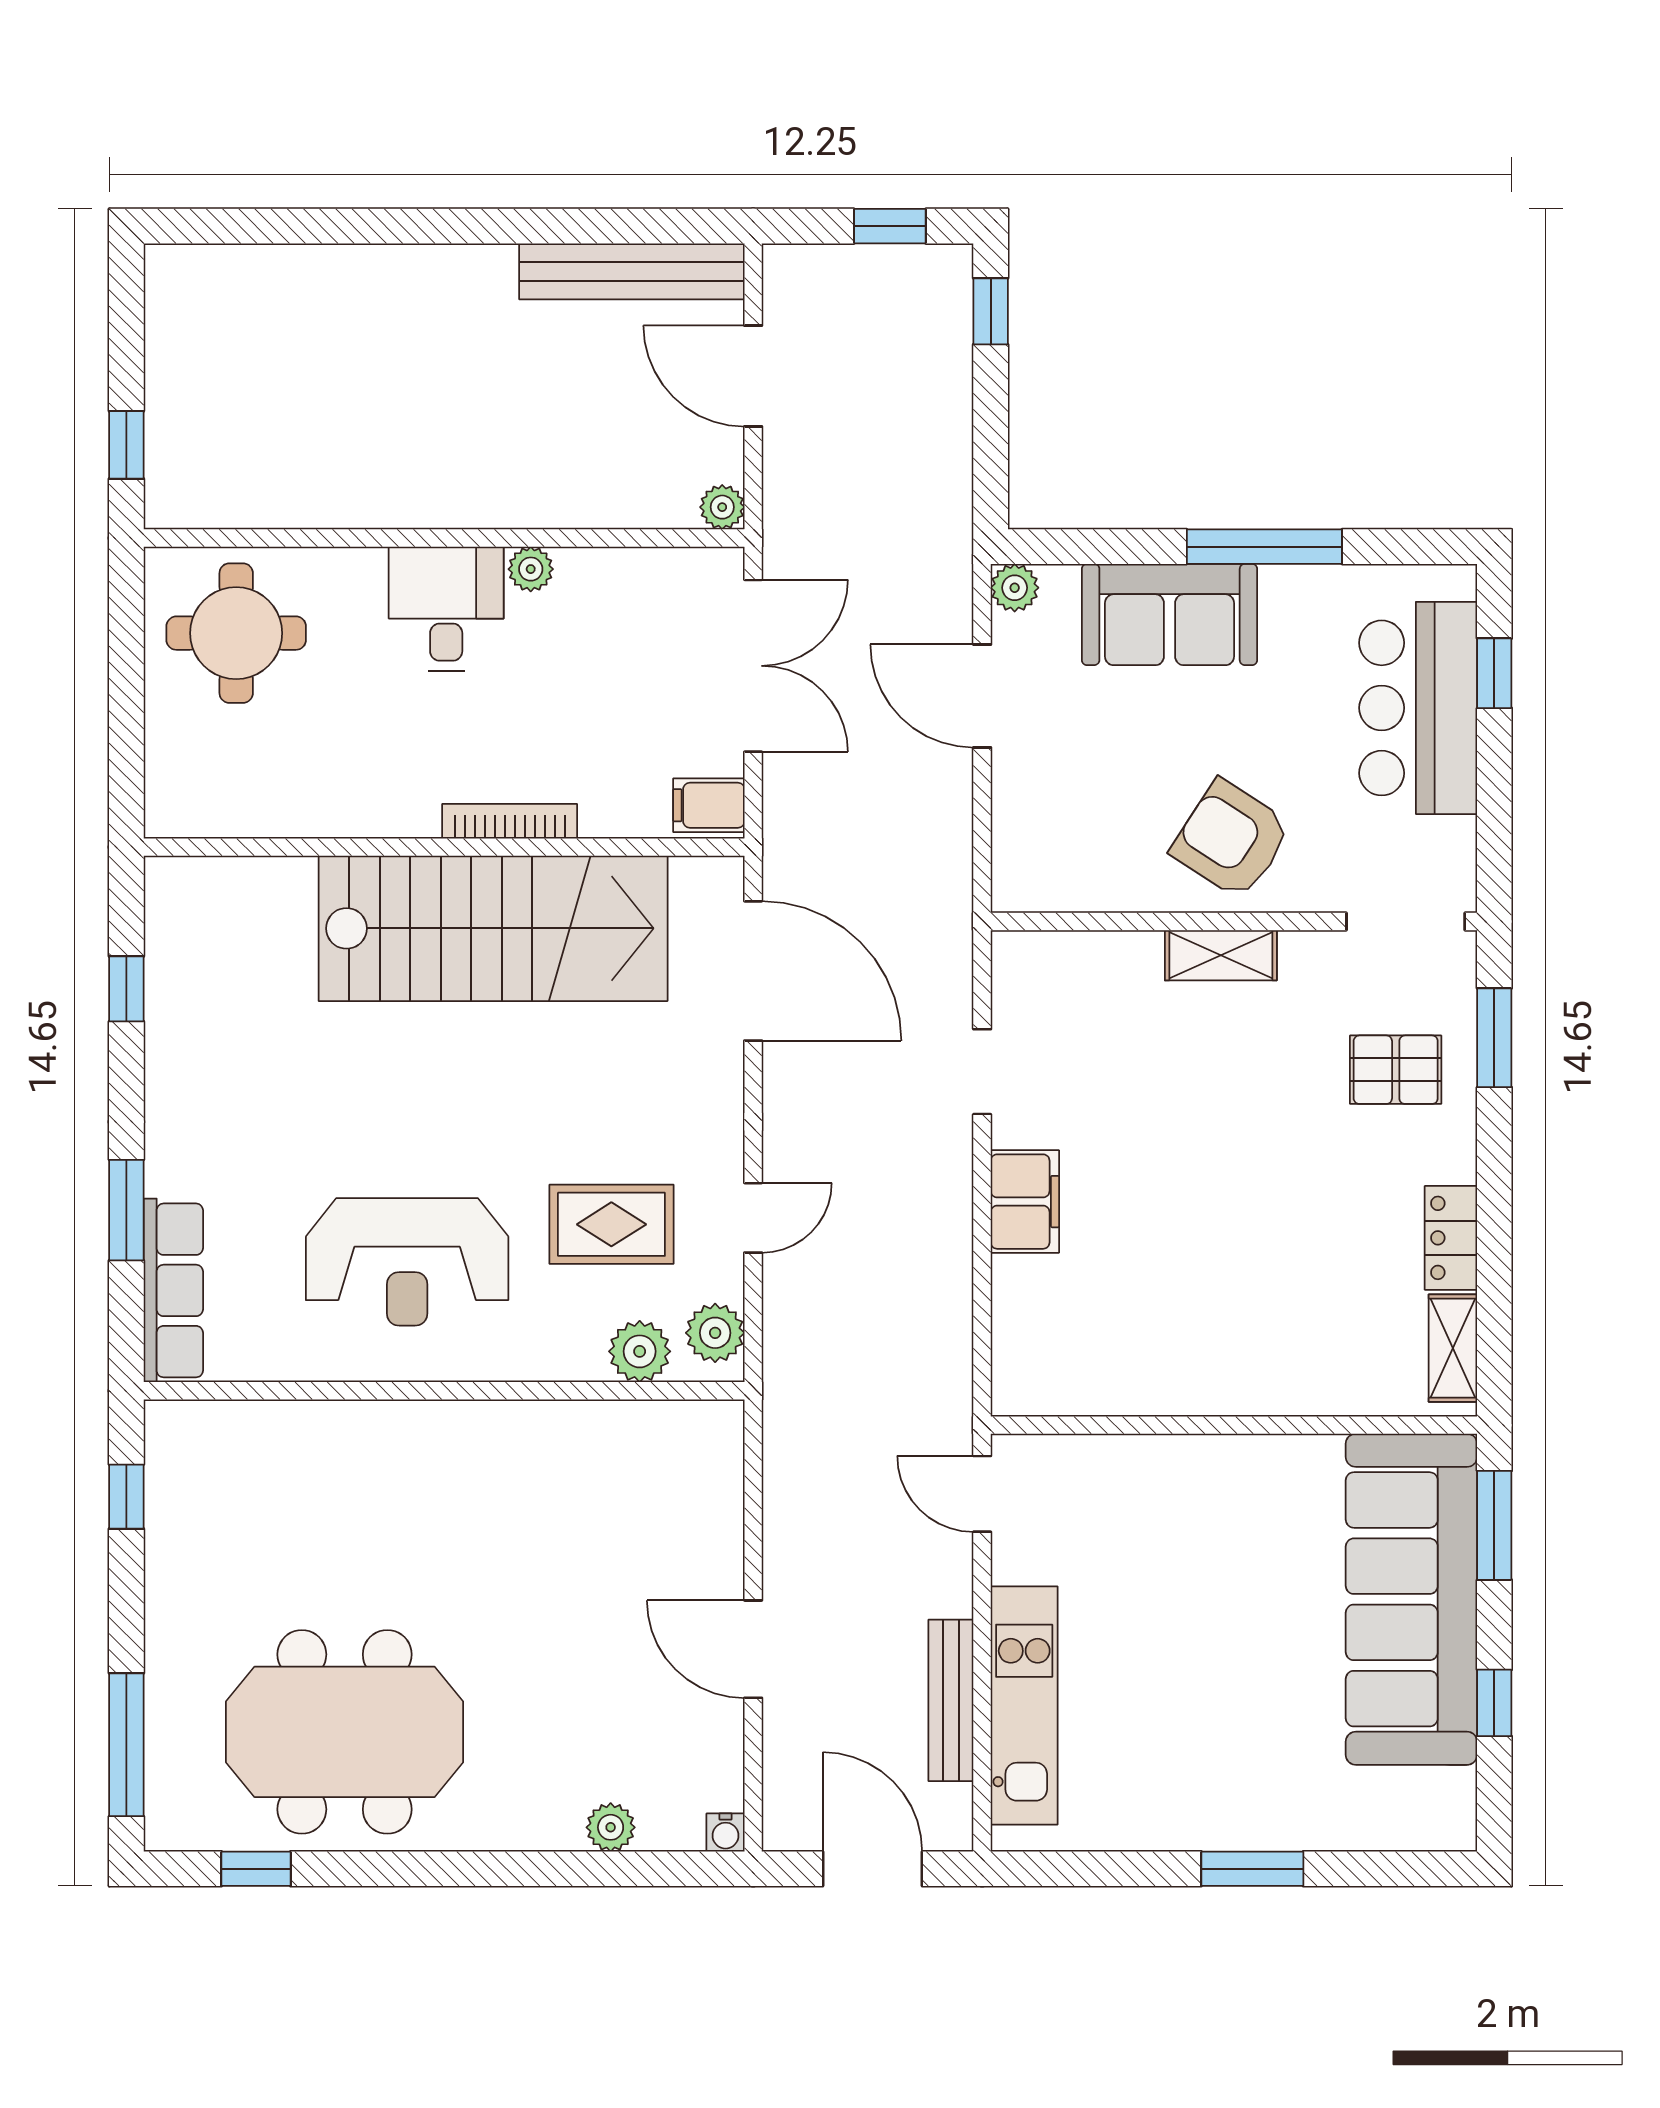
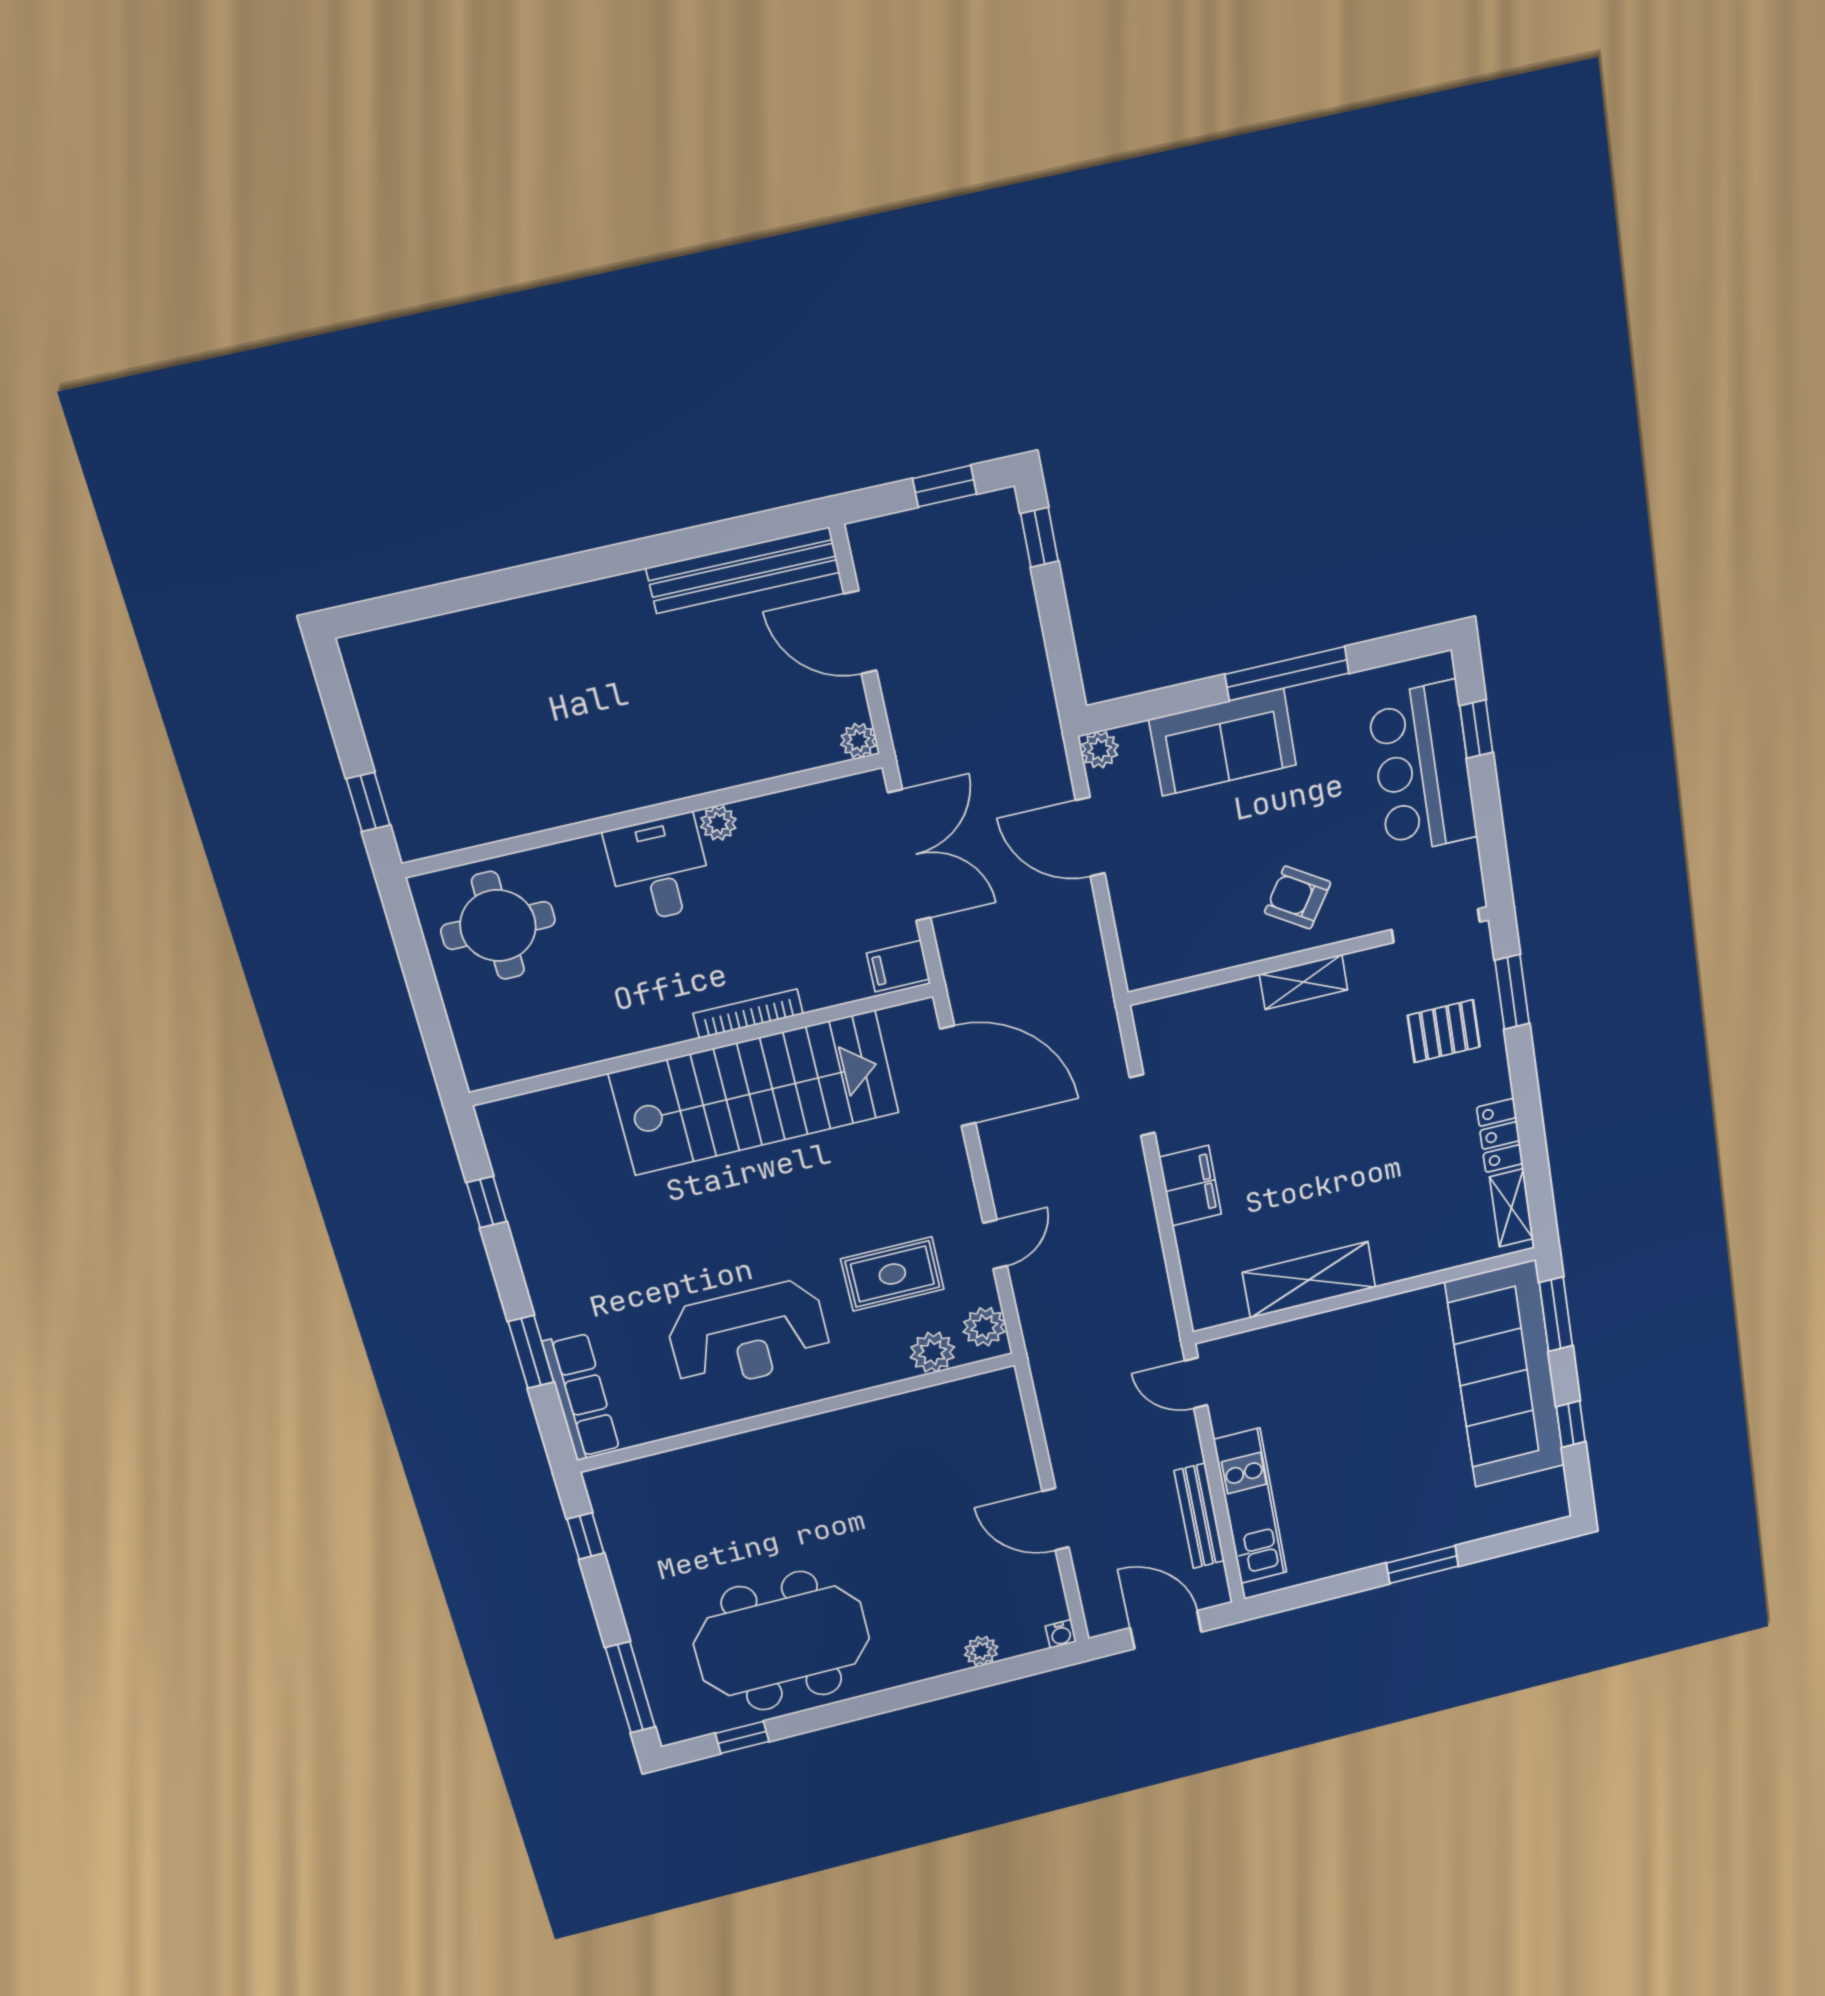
armchair: (1231, 839) -> (1298, 898), width x0.72, depth x0.72
shelving: (1161, 1381) -> (1309, 1280), added

